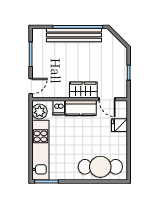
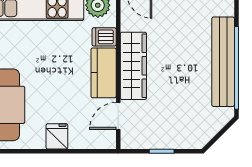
wardrobe: (83, 90) -> (133, 66), width x1.50
fridge: (120, 125) -> (57, 136), moved

